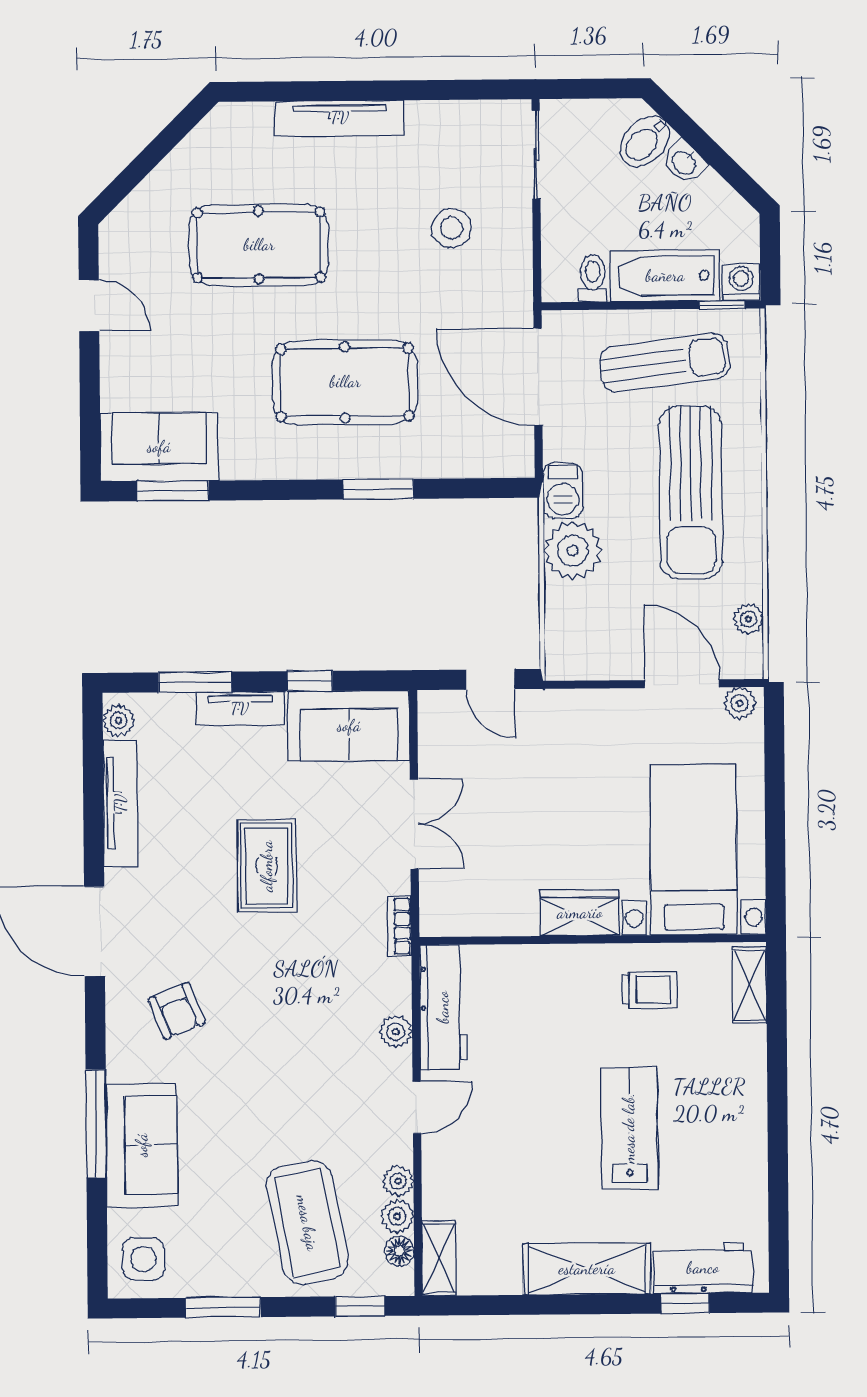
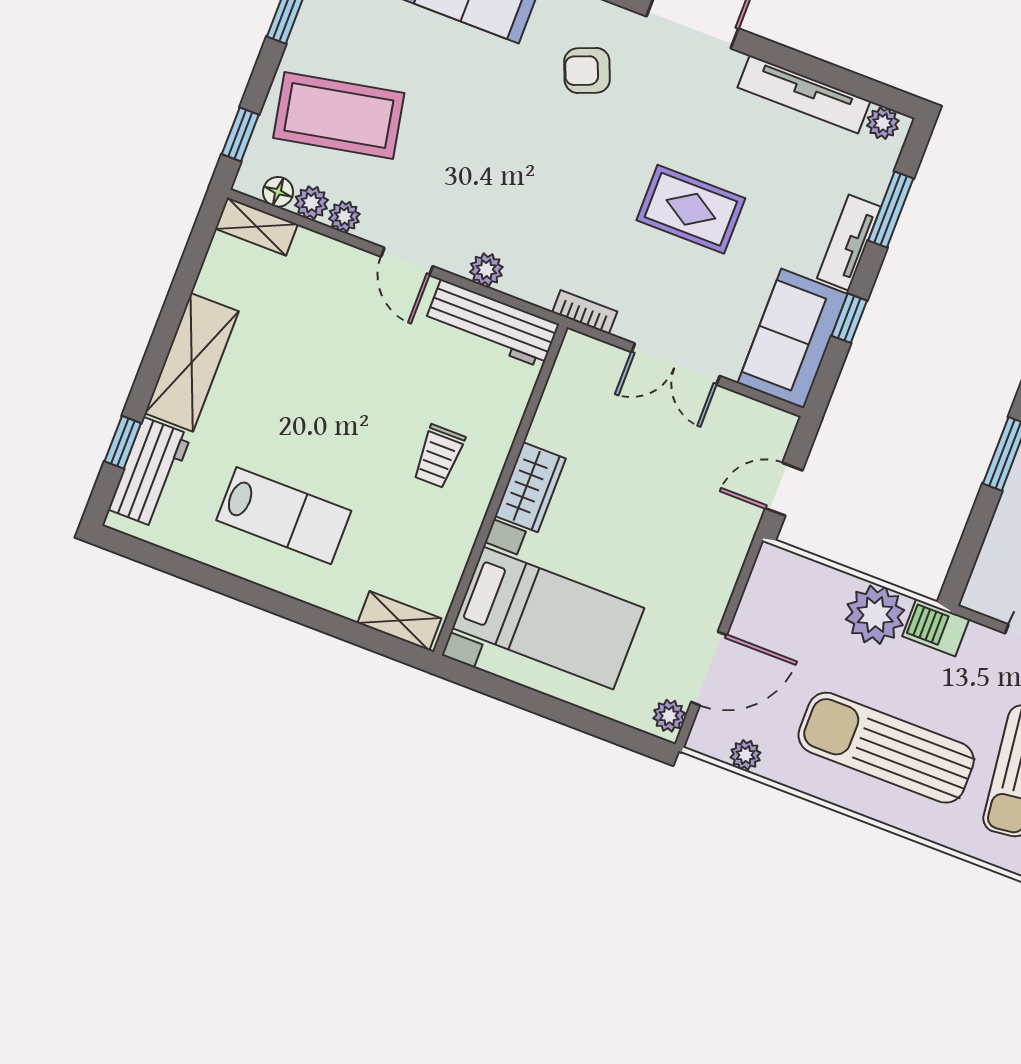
trolley: (649, 990) -> (439, 456), moved
lab bench: (629, 1128) -> (284, 516), moved

